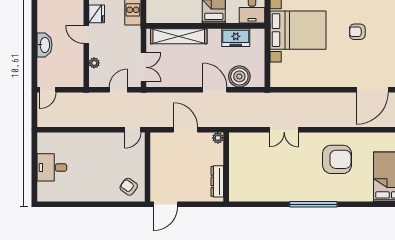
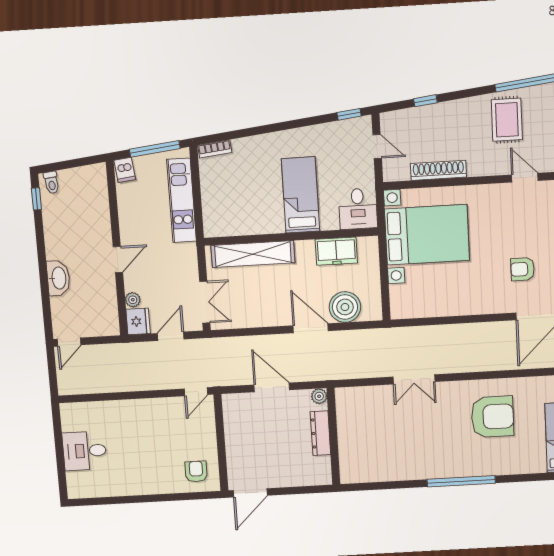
fridge: (97, 14) -> (138, 321), moved
armchair: (357, 32) -> (523, 269), moved
door: (86, 35) -> (118, 260), swing flipped
dresser: (217, 181) -> (320, 433), moved
armchair: (129, 187) -> (196, 472), turned 54

